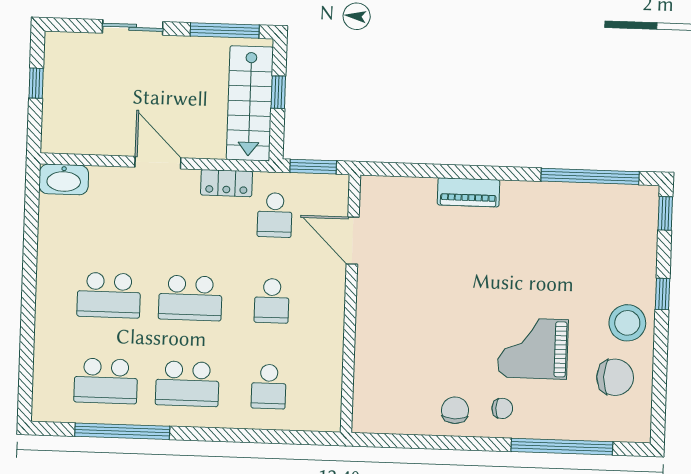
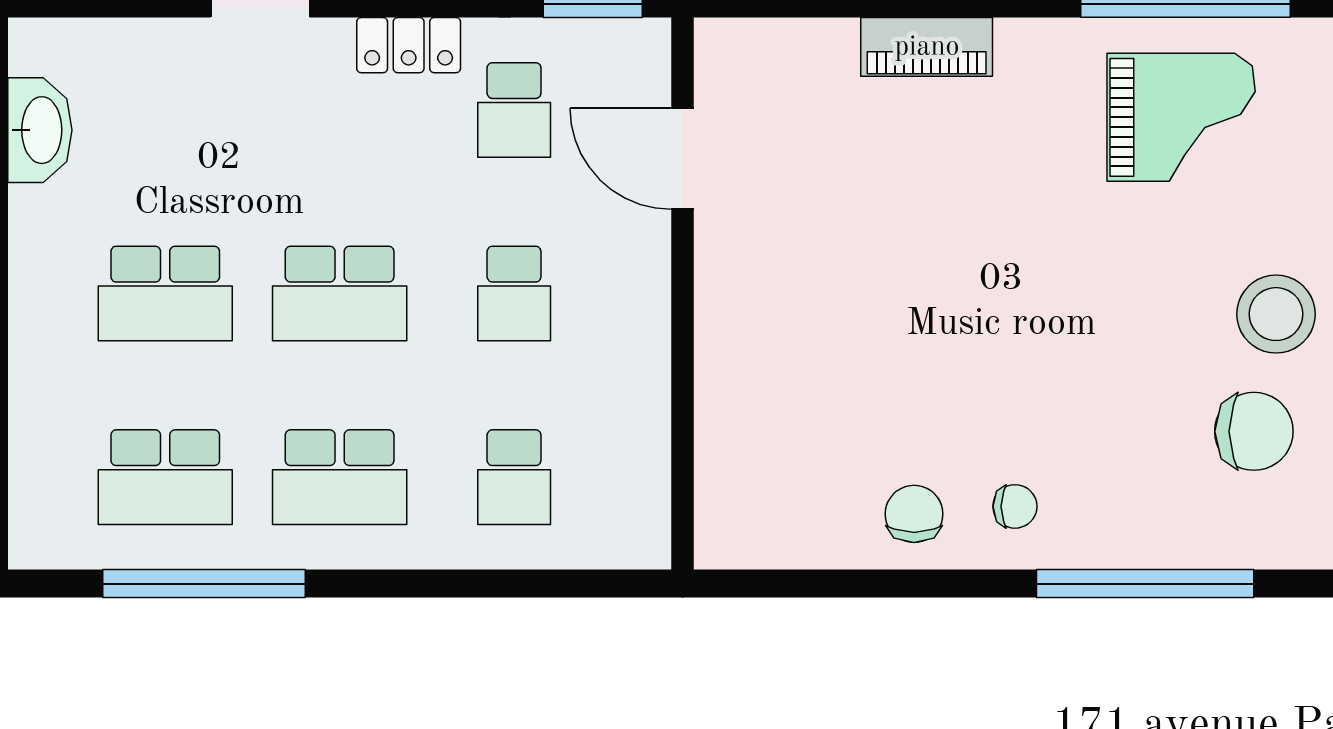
washbasin: (64, 179) -> (40, 130), moved, turned -90
grand piano: (533, 348) -> (1181, 117), moved, turned 180

